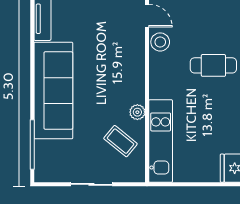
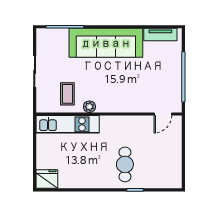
stool: (160, 42) -> (143, 124), removed
coffee table: (120, 141) -> (67, 94), turned -39

